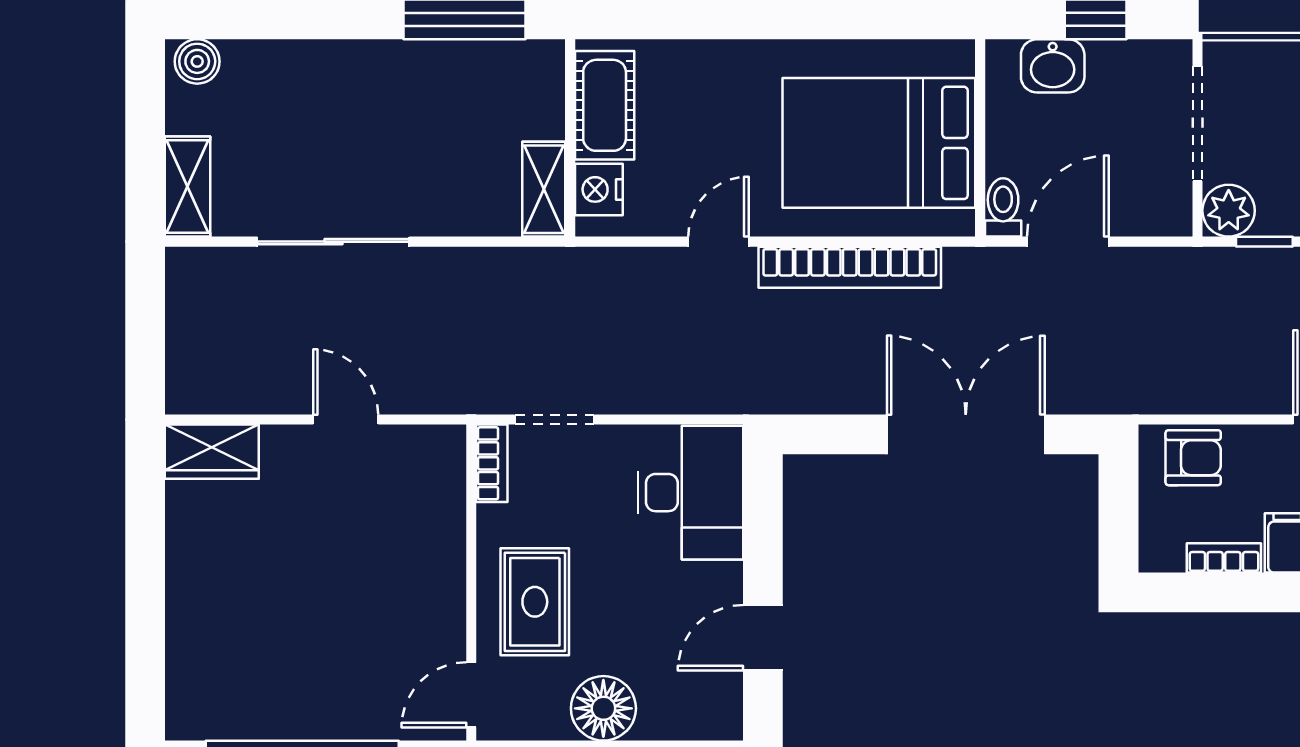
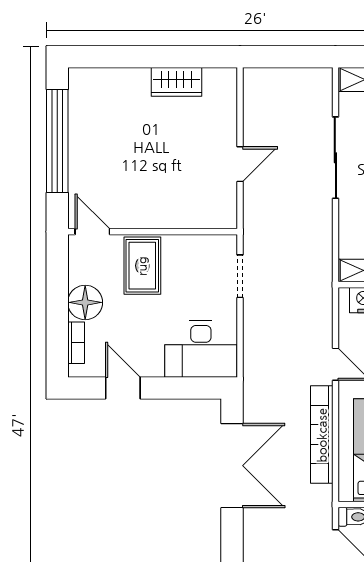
double door: (966, 434) -> (232, 466), moved
wardrobe: (212, 452) -> (176, 82), moved, turned -90
bookcase: (492, 463) -> (76, 343), moved, turned -90
rug: (535, 602) -> (142, 266), turned 90

